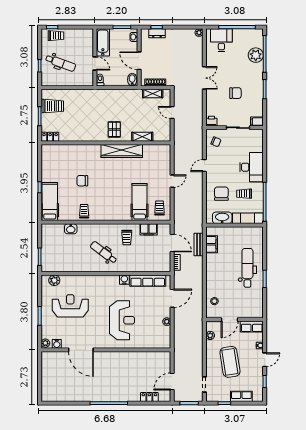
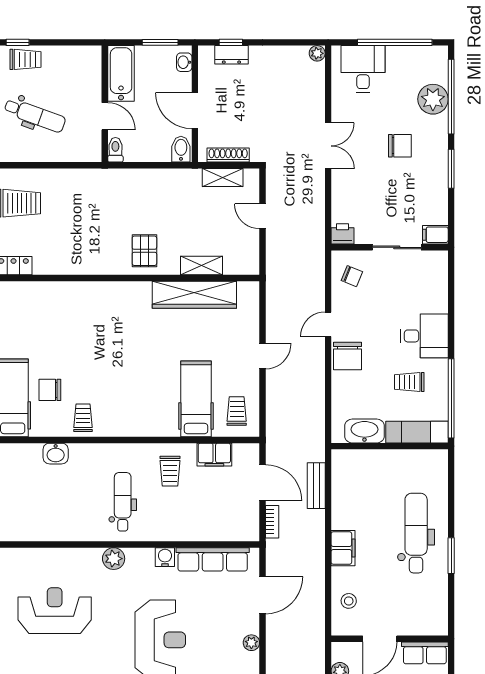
chair: (235, 93) -> (400, 146), moved
wardrobe: (122, 151) -> (194, 295), moved
desk: (251, 167) -> (424, 336), width x0.73
chair: (82, 181) -> (50, 390), moved
chair: (221, 194) -> (347, 356), moved, turned 180
filing cabinet: (212, 244) -> (343, 548), moved
dental chair: (104, 252) -> (123, 502), turned 53
plant: (54, 280) -> (114, 559), moved

